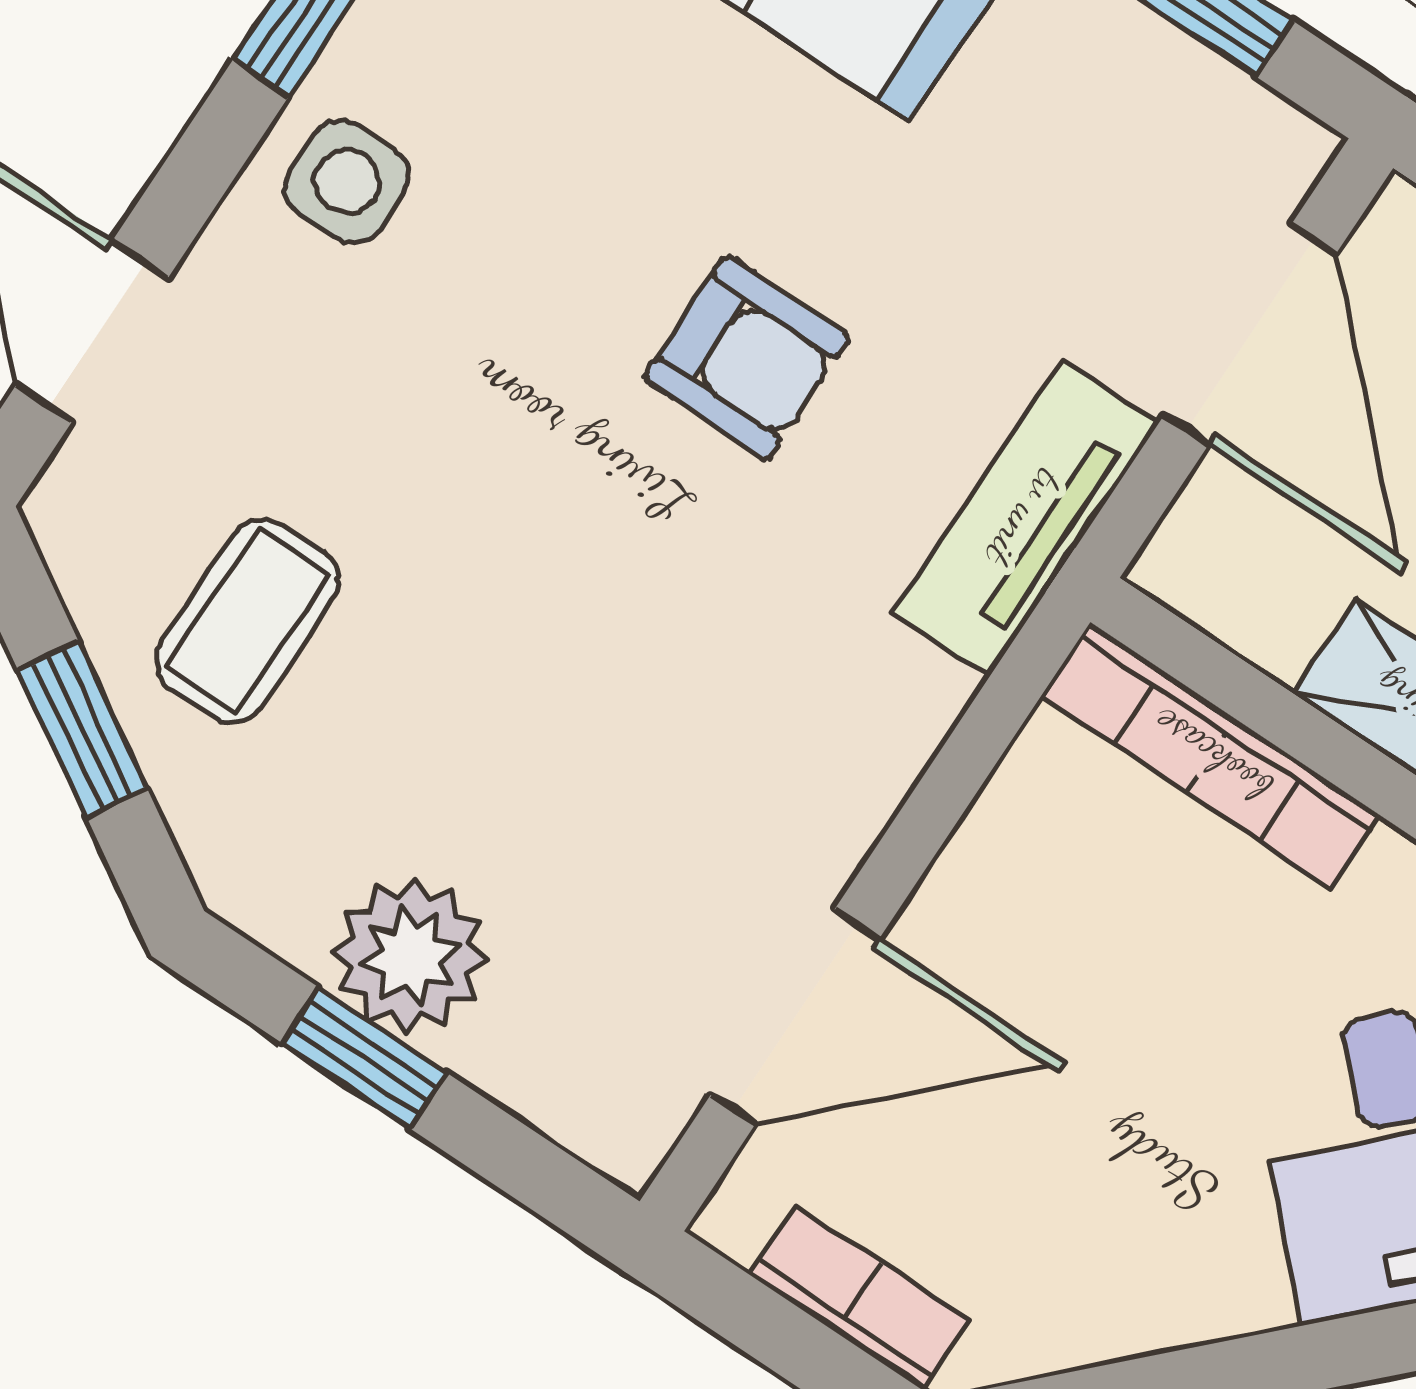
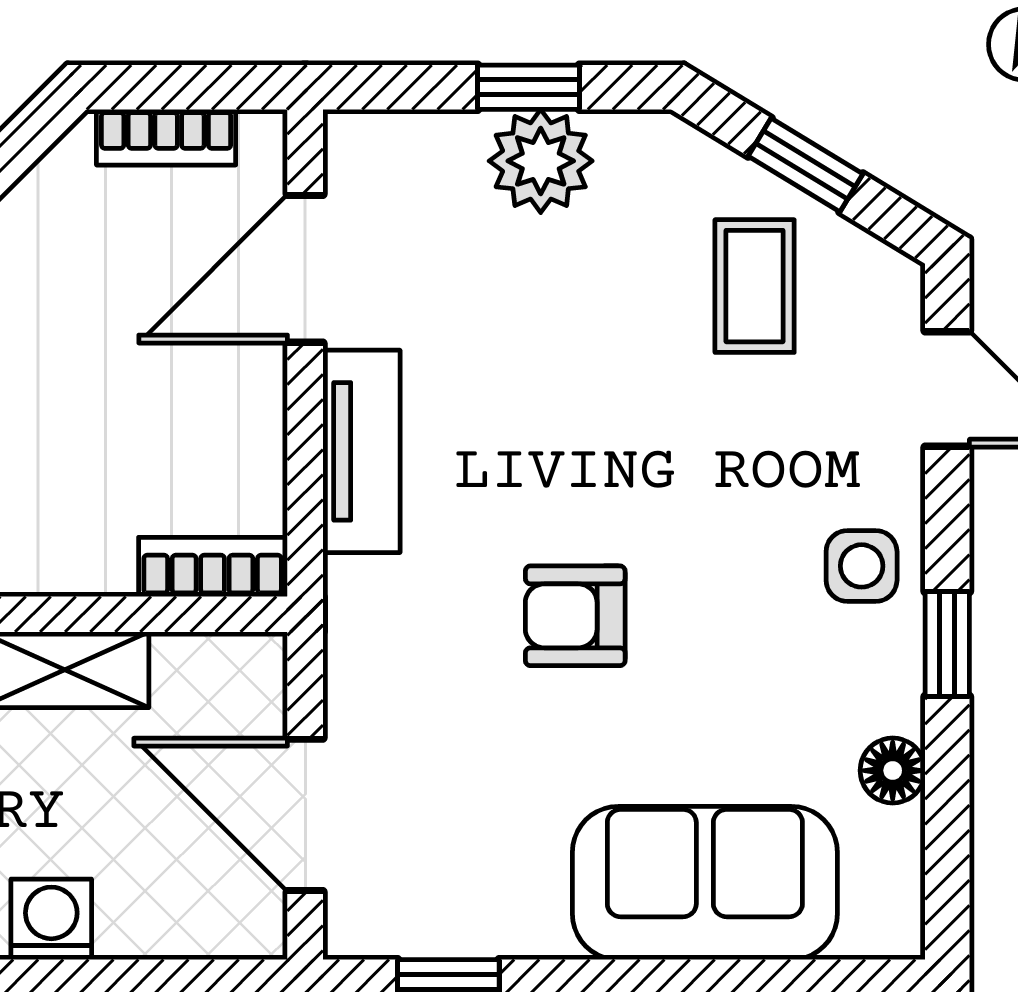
tv unit: (1025, 519) -> (361, 451), moved
bookcase: (1211, 756) -> (213, 567), width x0.64

